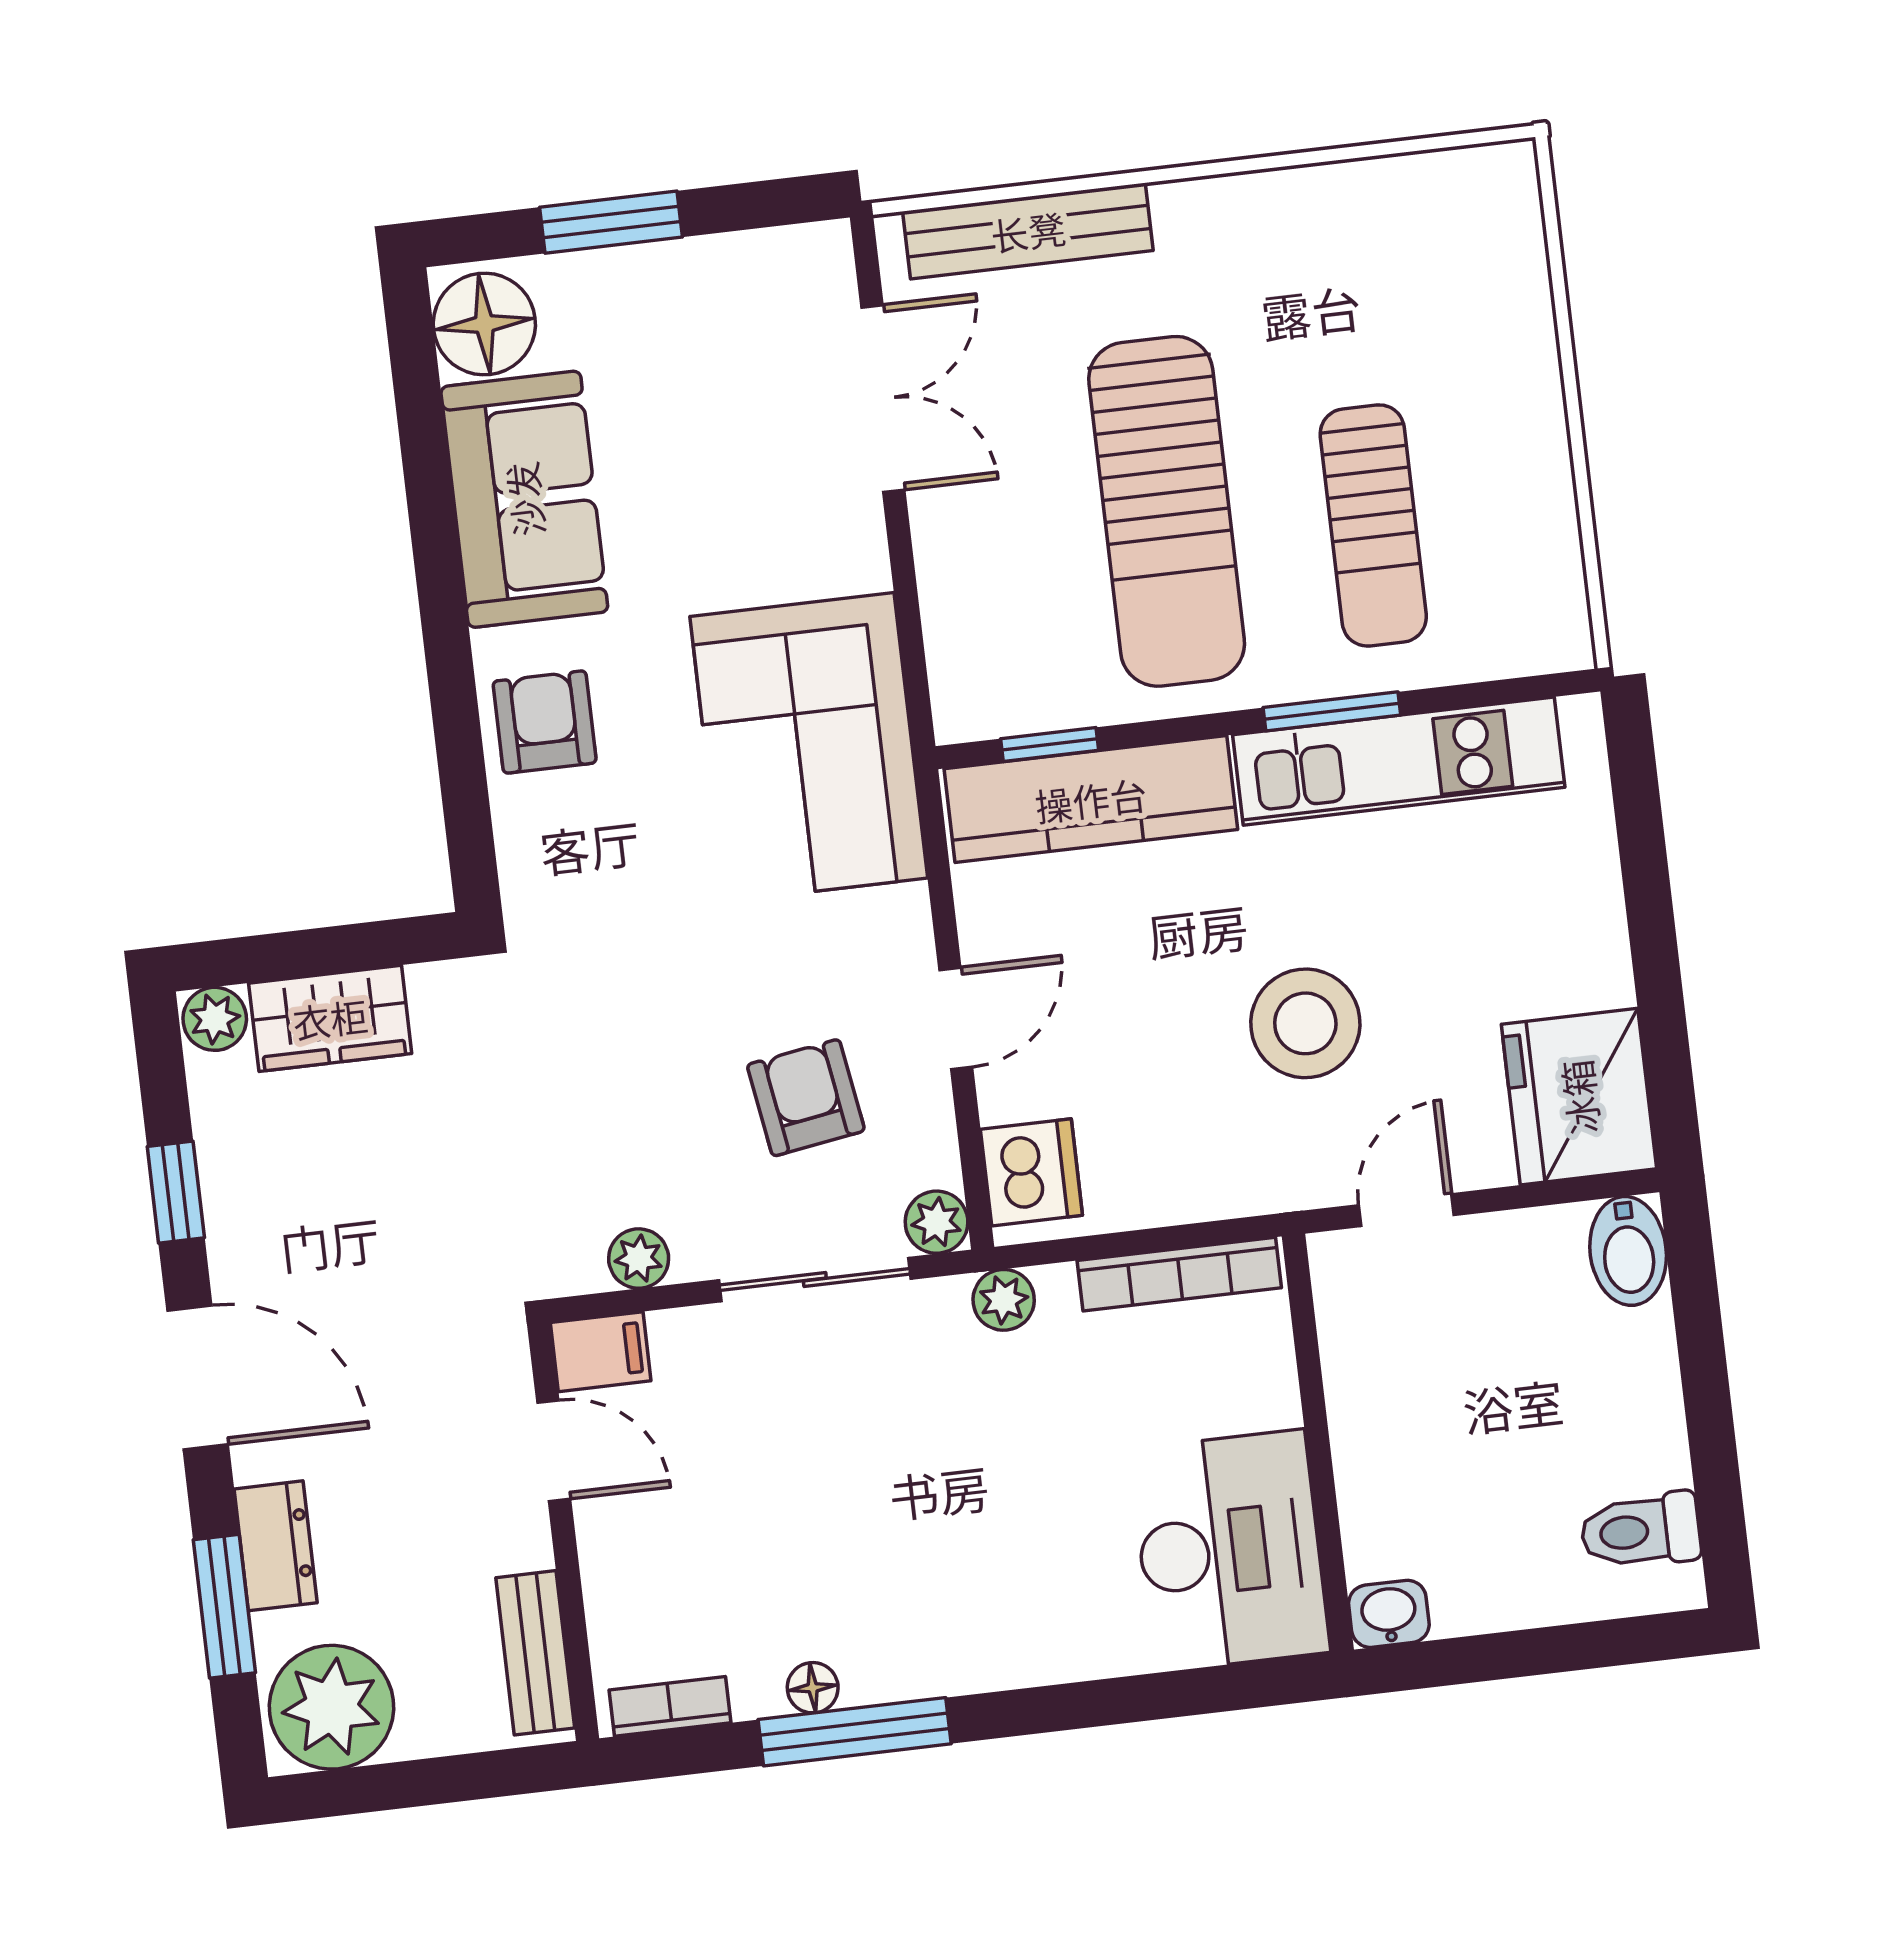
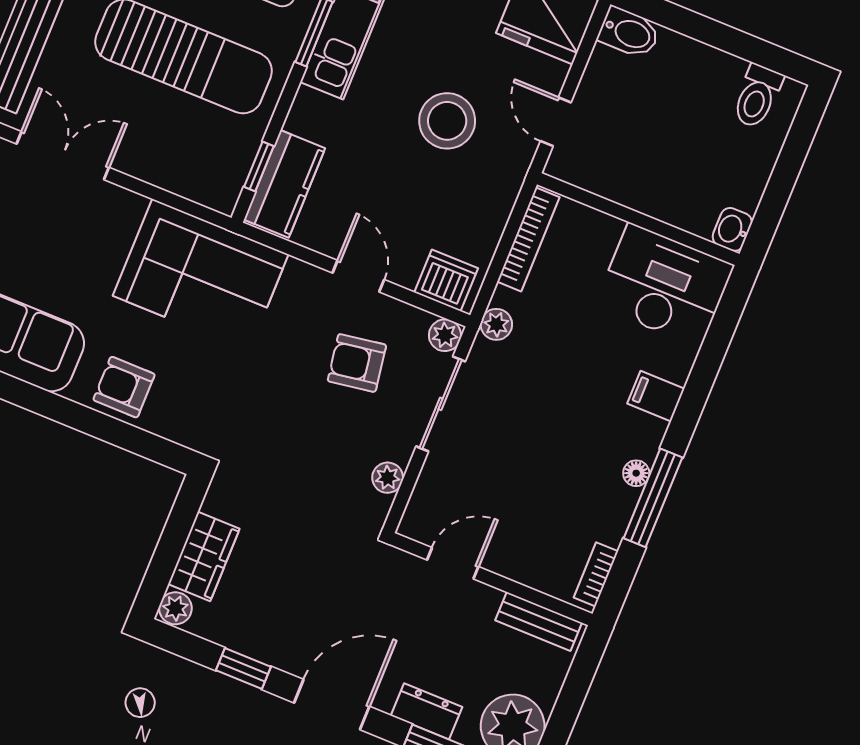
kitchen counter: (1091, 799) -> (284, 184), width x0.67
filing cabinet: (601, 1352) -> (656, 396), moved, turned -90
floor lamp: (813, 1688) -> (636, 473), moved

